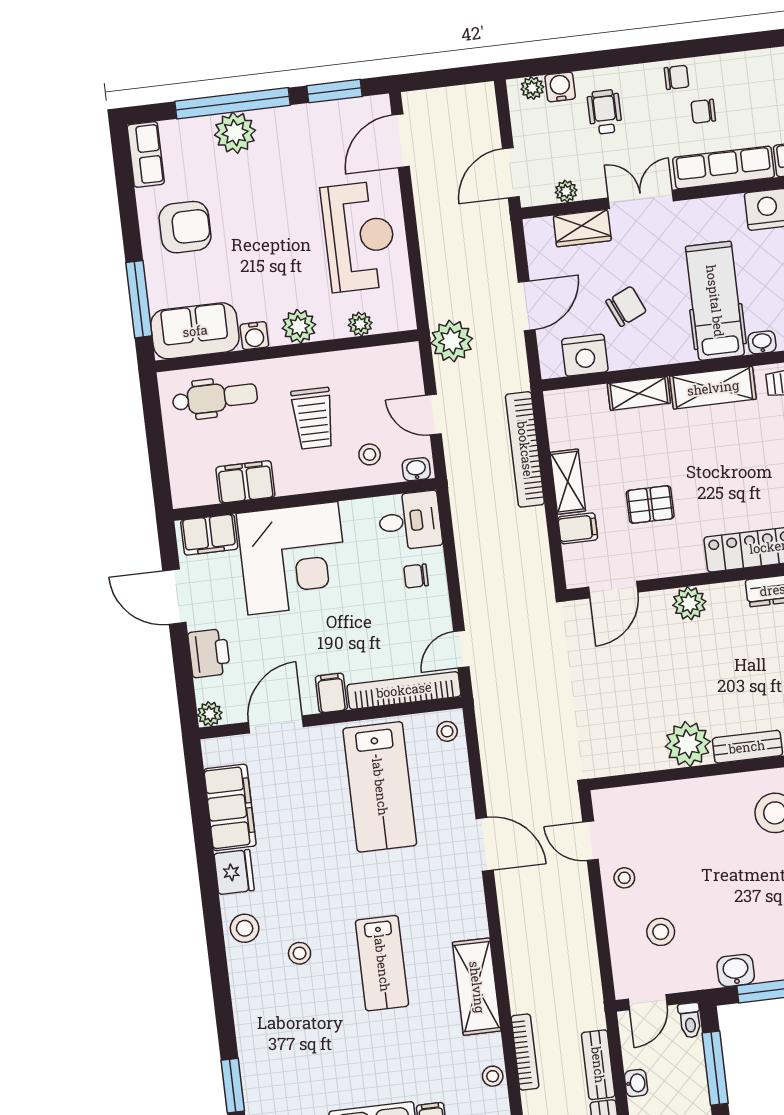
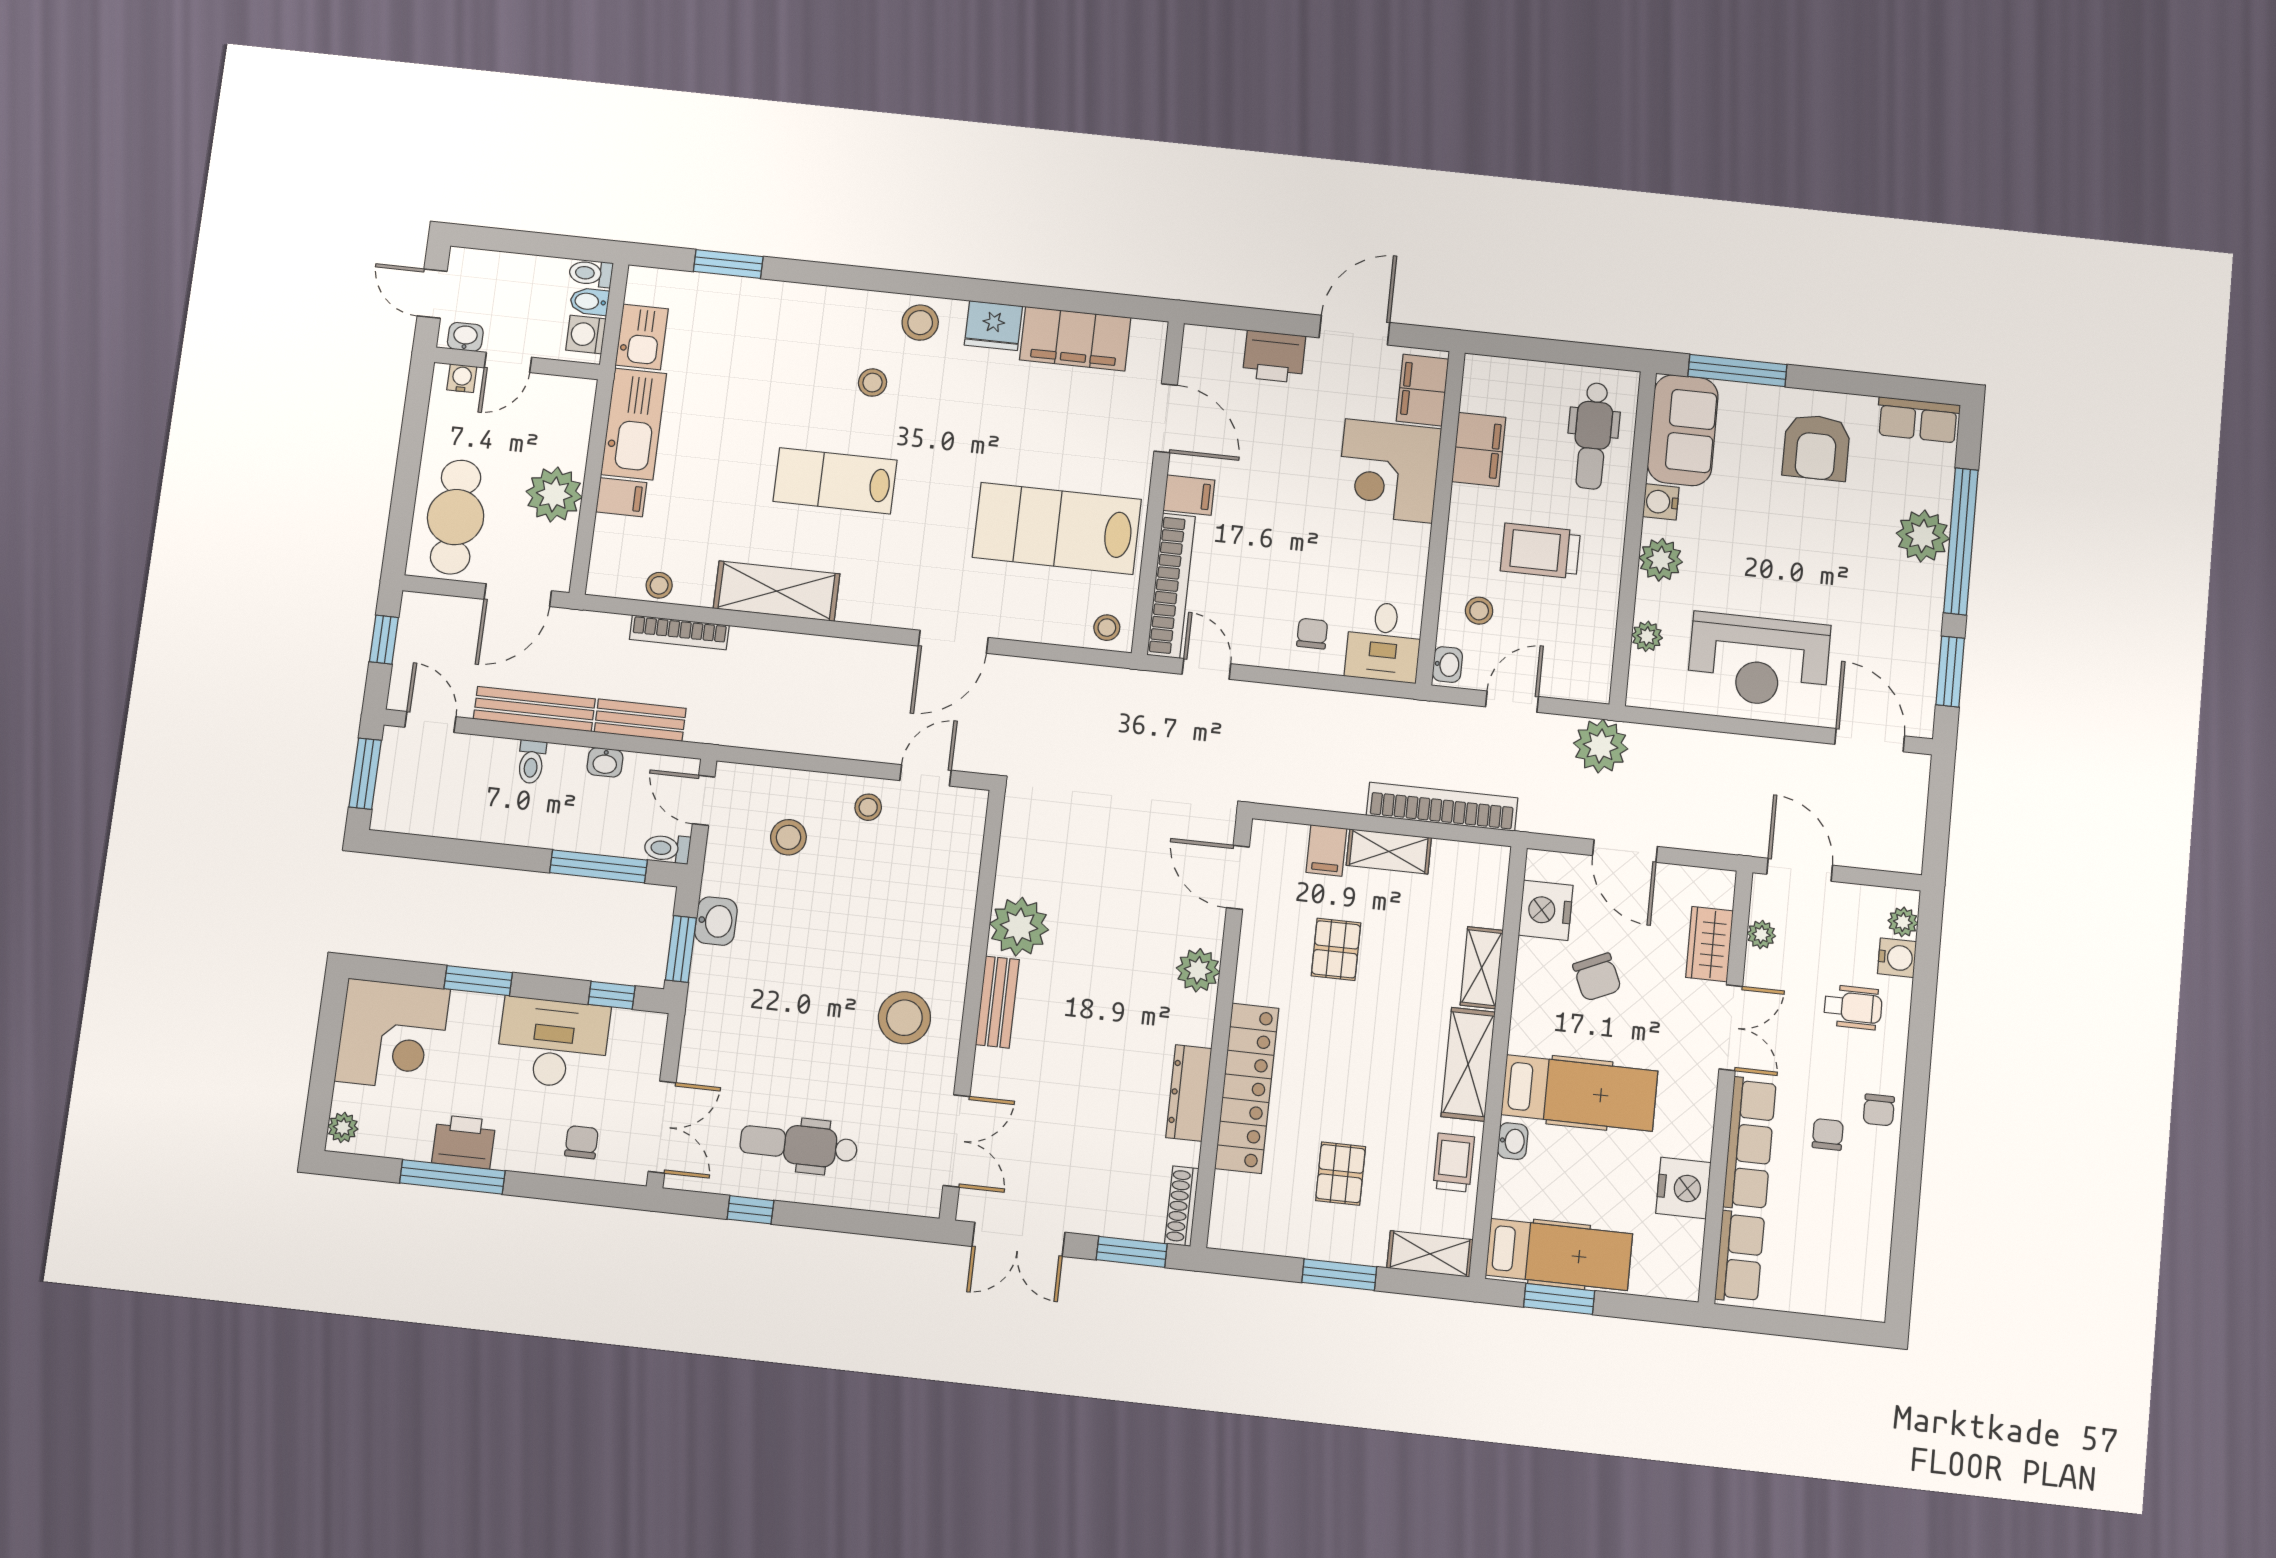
corner desk: (293, 558) -> (1389, 471), width x0.74, depth x0.74
plant: (210, 714) -> (1198, 340), removed

